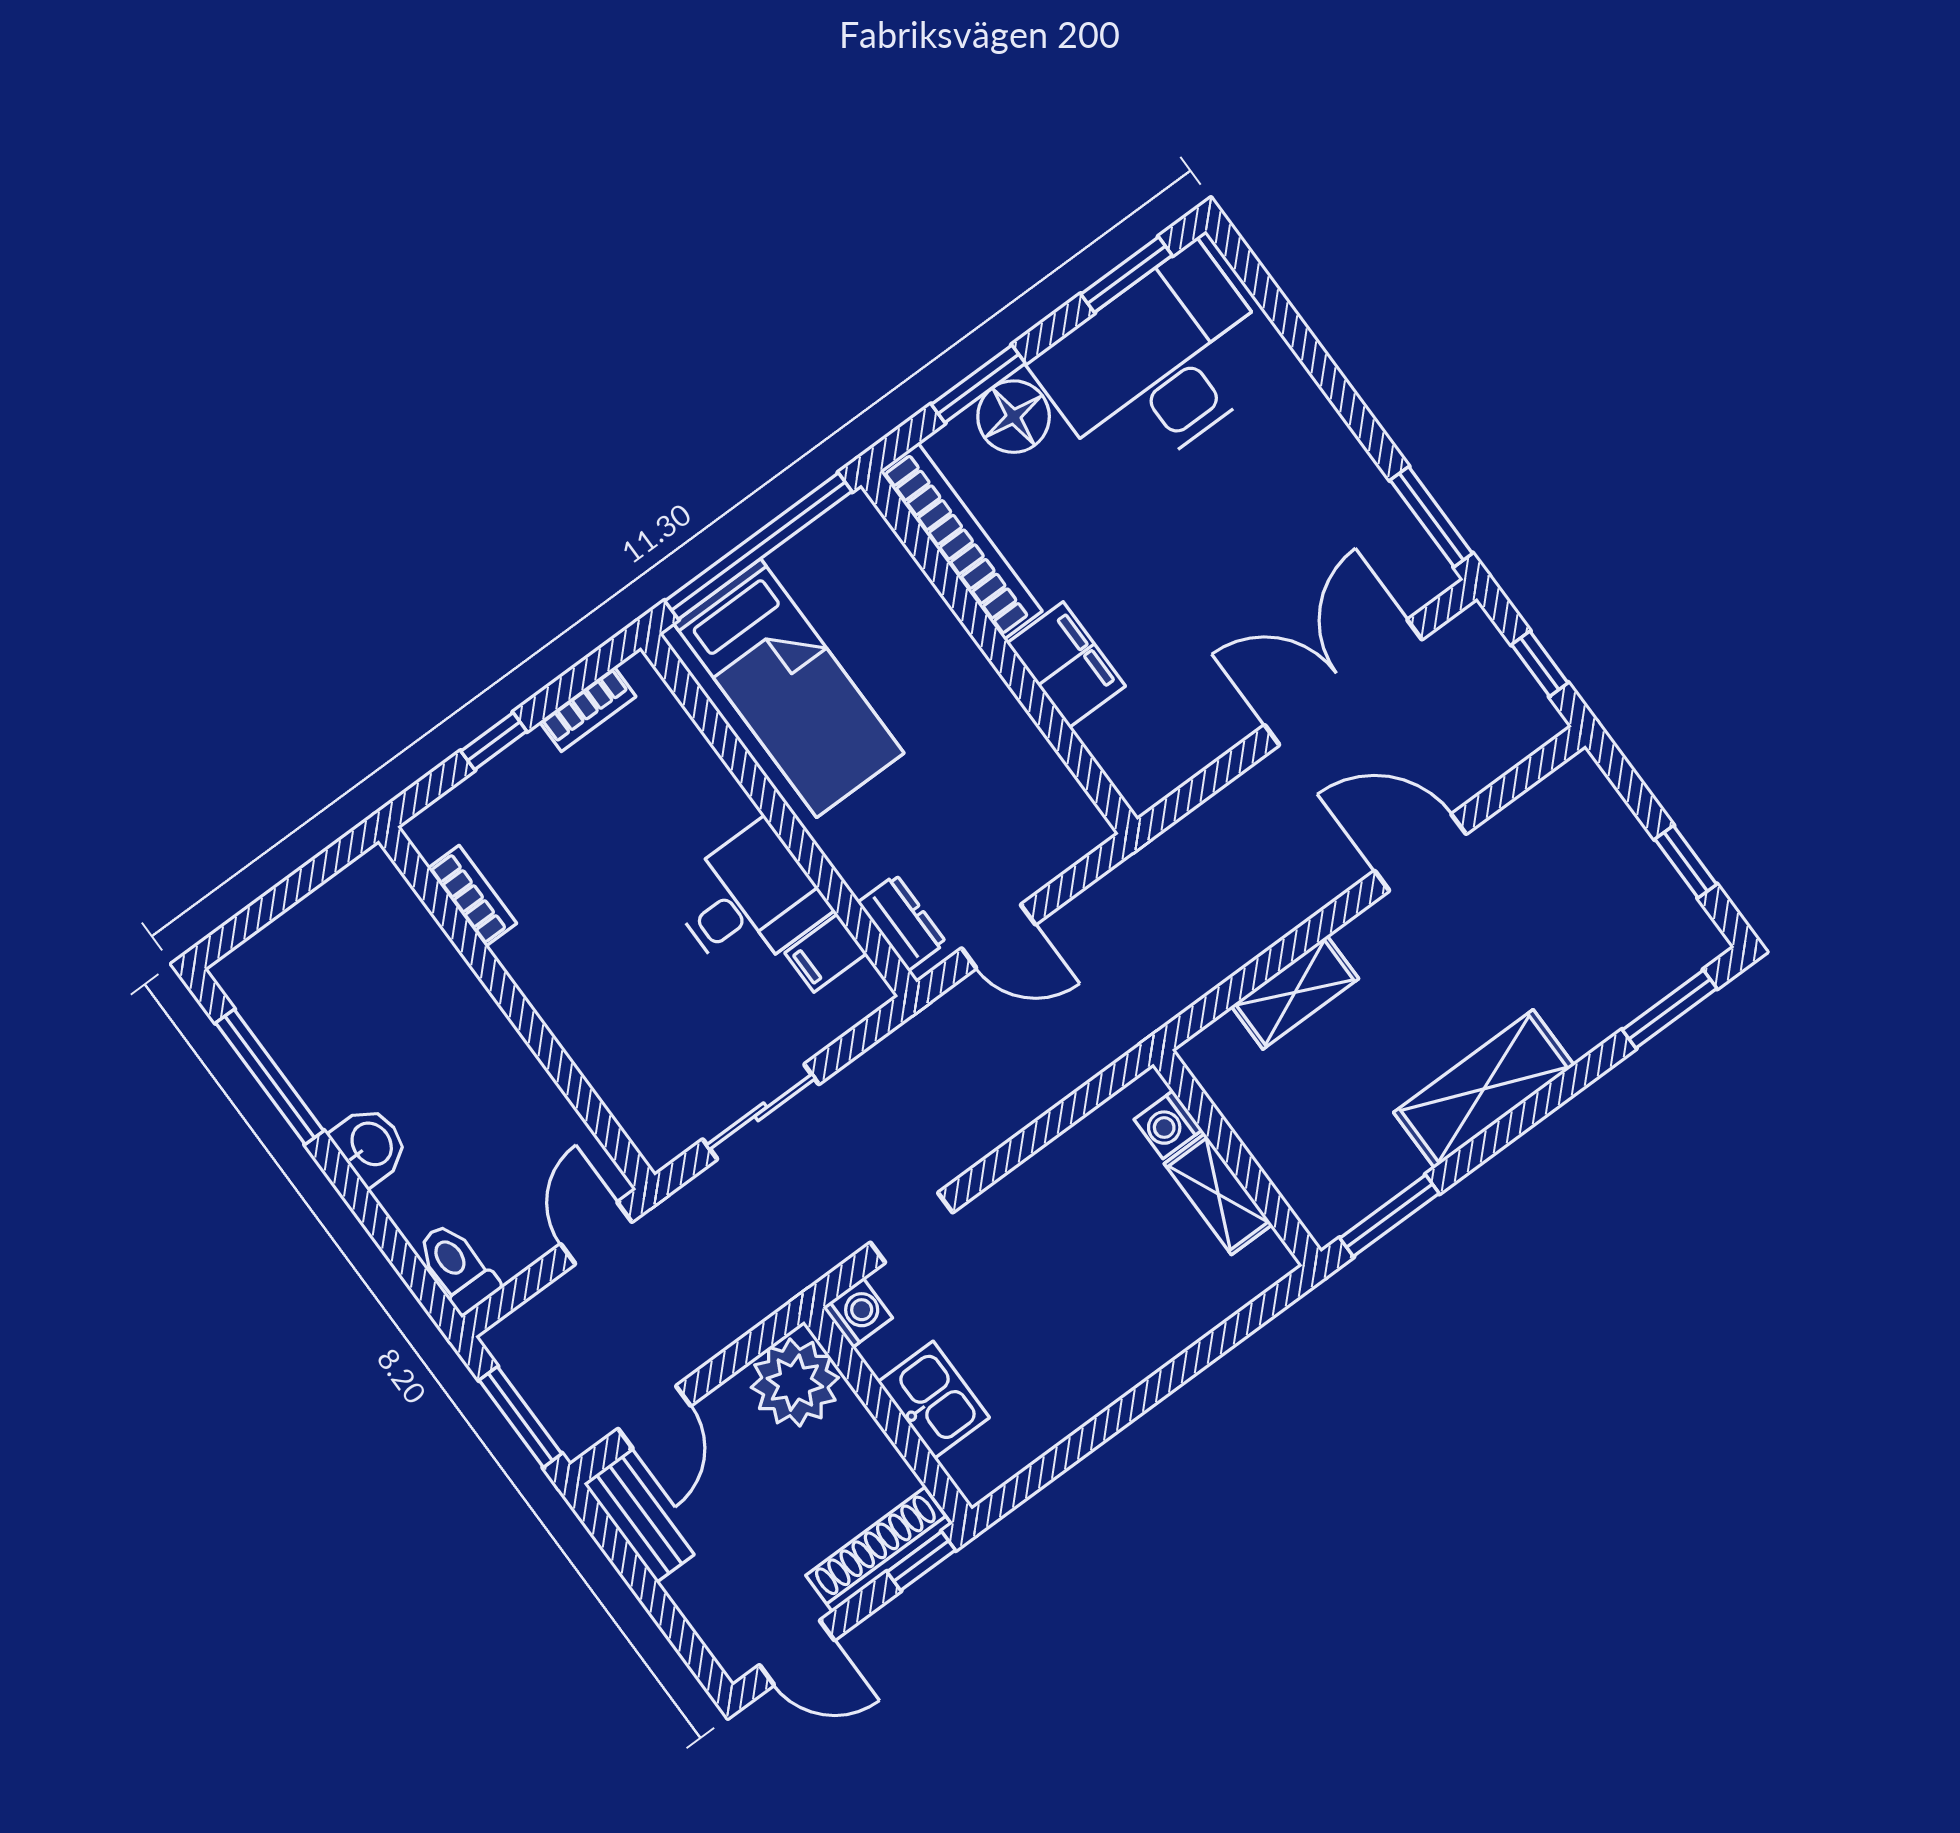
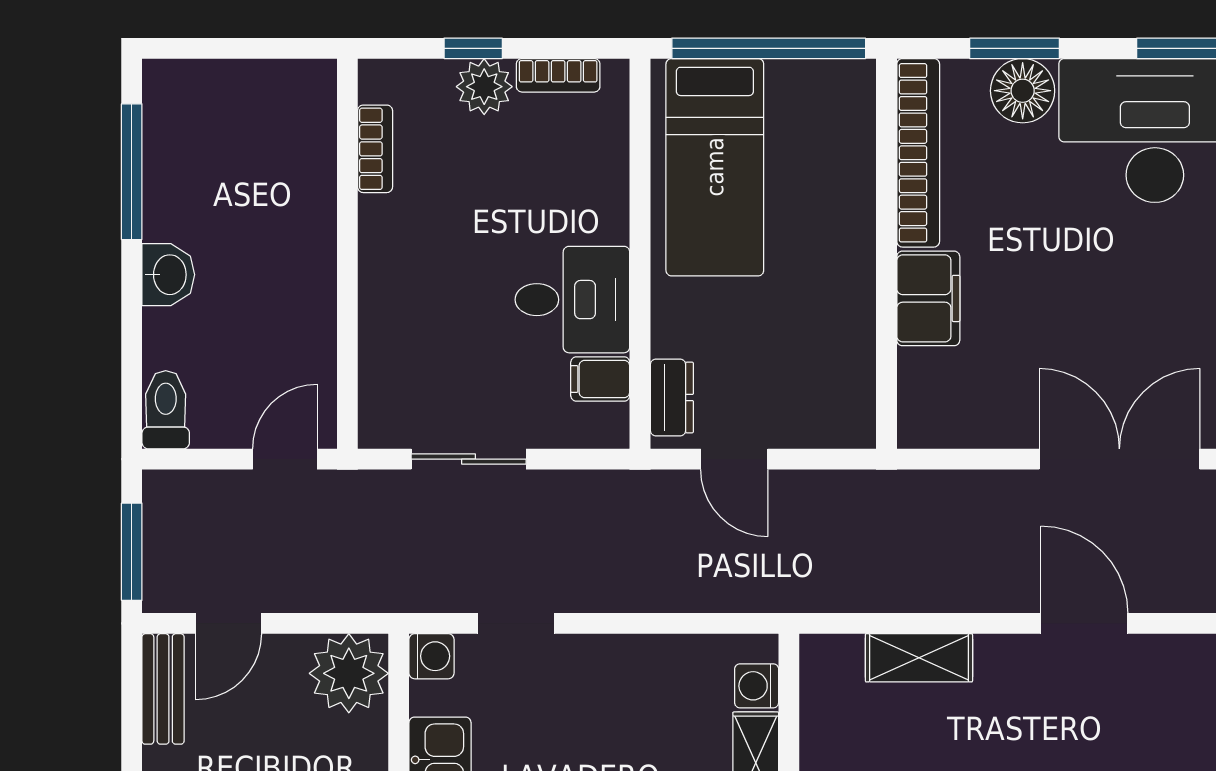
plant: (529, 768) -> (484, 87), added

